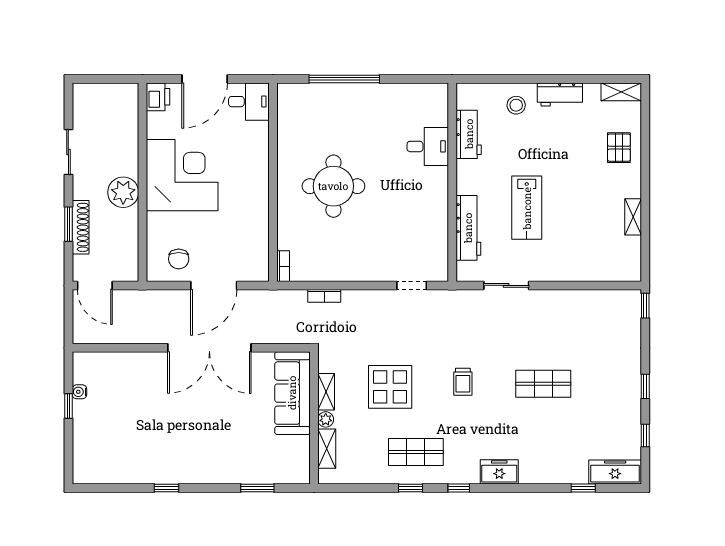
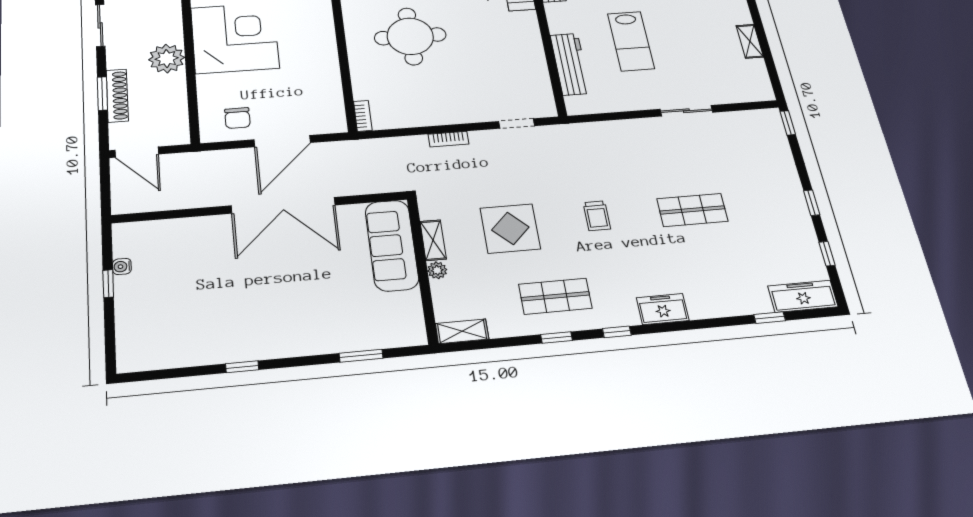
sliding door: (506, 285) -> (686, 111), moved
bookcase: (324, 296) -> (448, 139), moved
shelving: (327, 449) -> (462, 331), moved, turned 90

